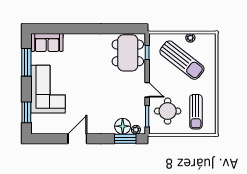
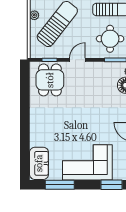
dining table: (128, 53) -> (50, 80), width x0.73
door: (147, 90) -> (77, 60), moved

